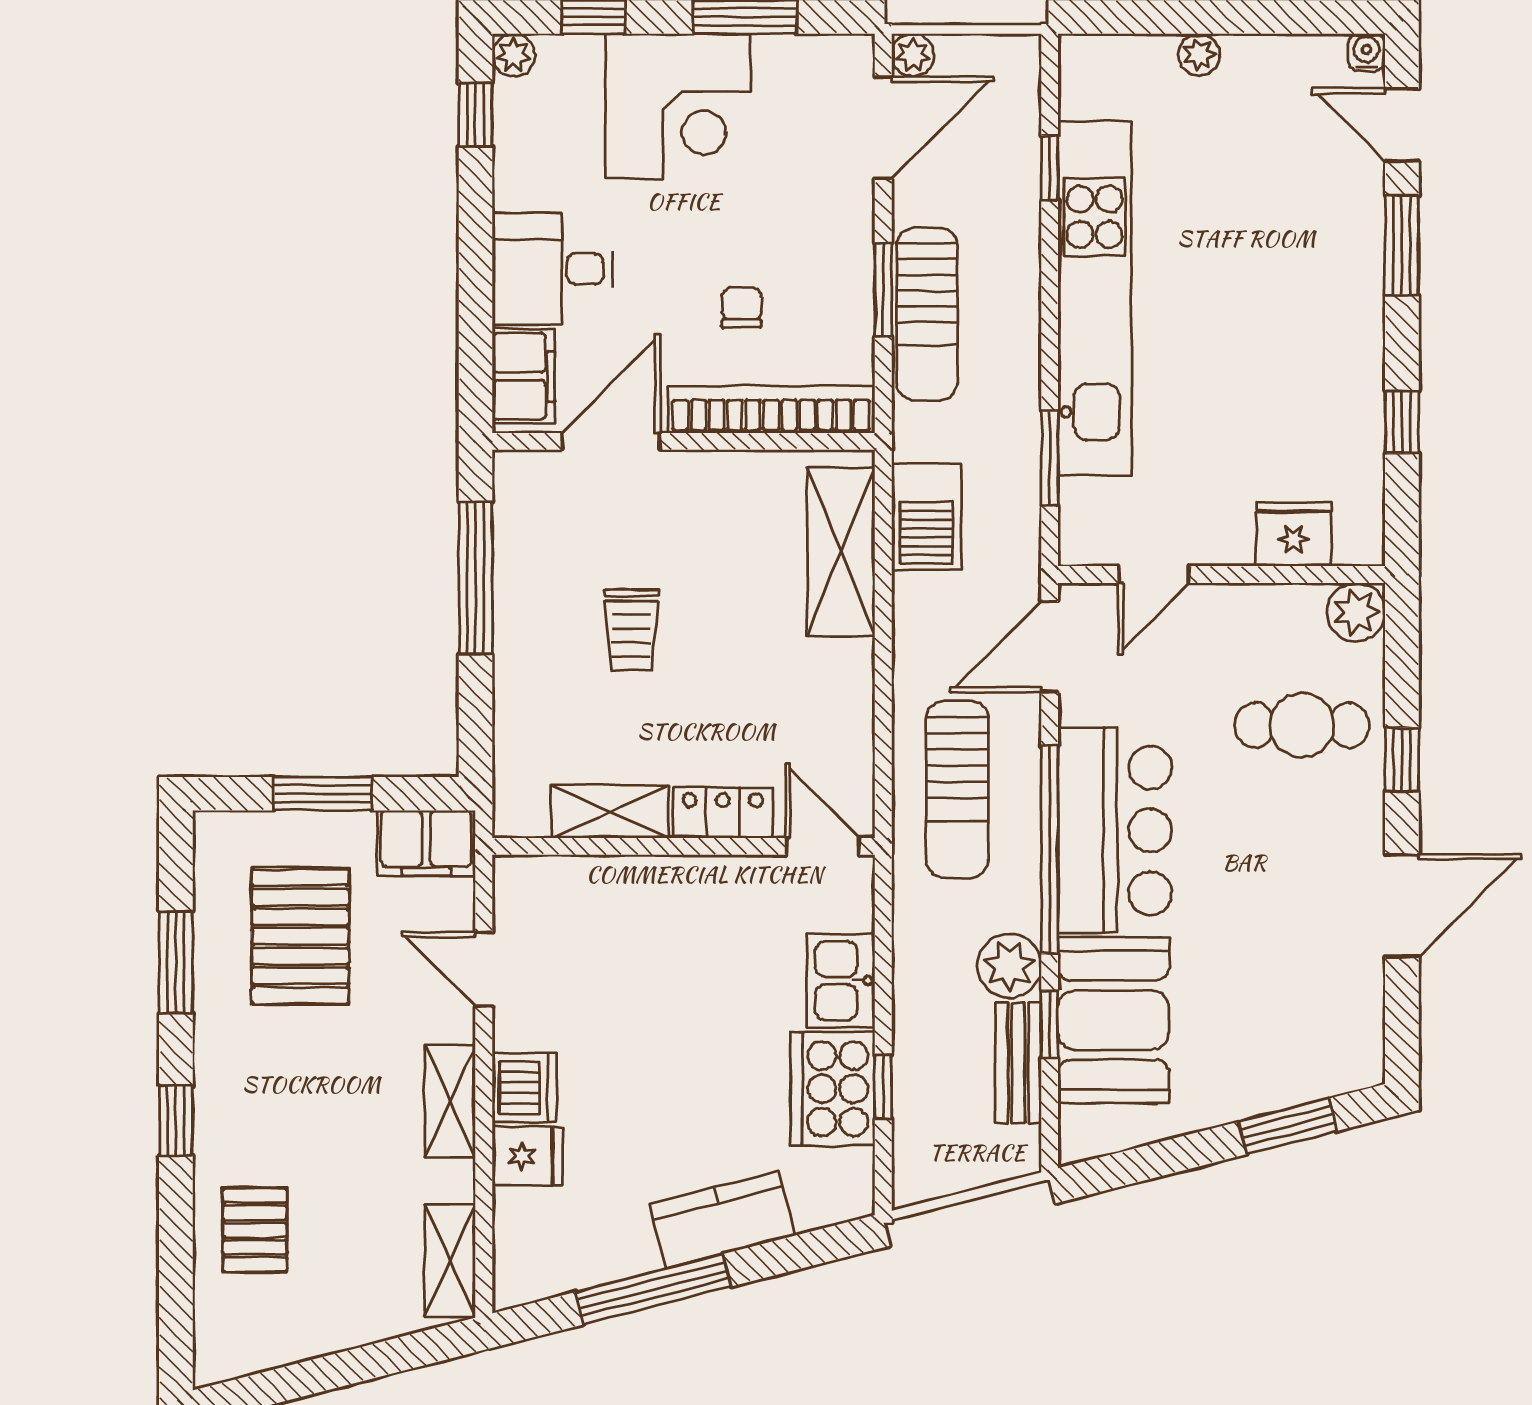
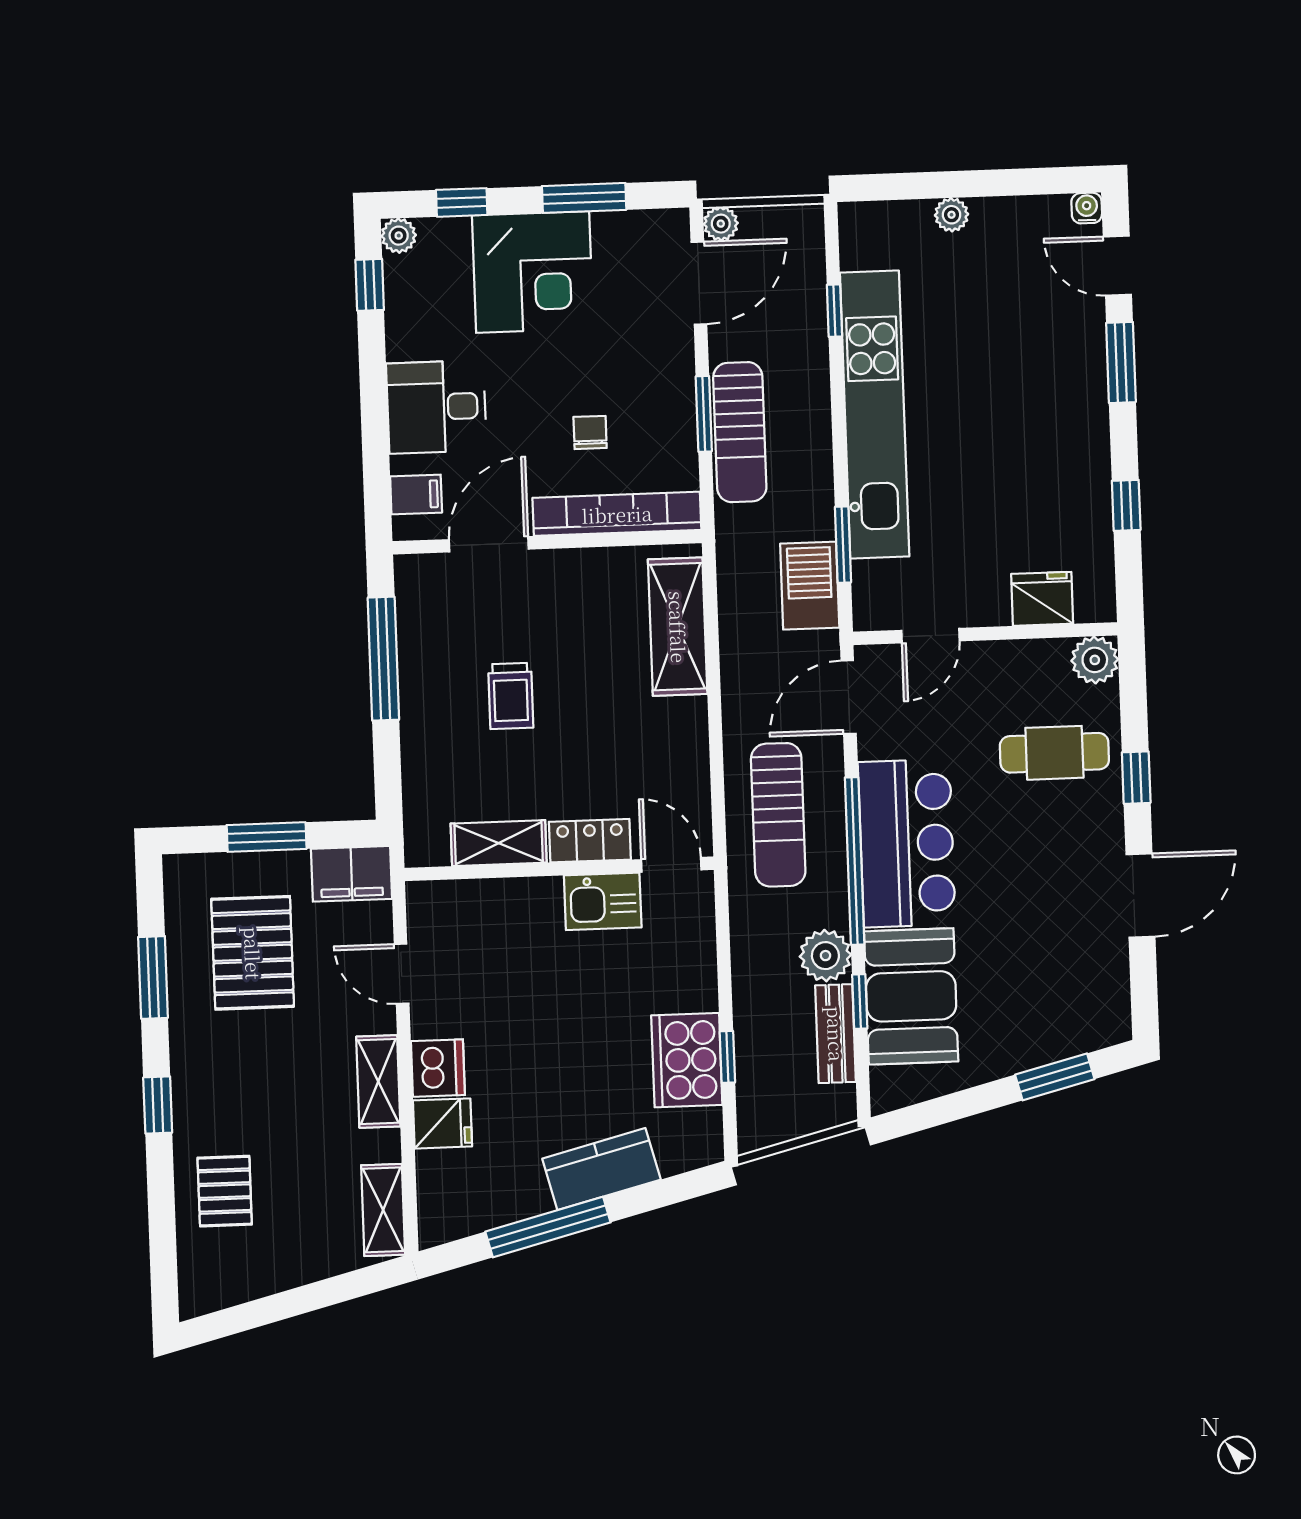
filing cabinet: (523, 376) -> (416, 494), width x0.50
barbecue: (926, 517) -> (810, 586), moved, turned 180
kitchen sink: (841, 981) -> (603, 901), moved, turned -90

